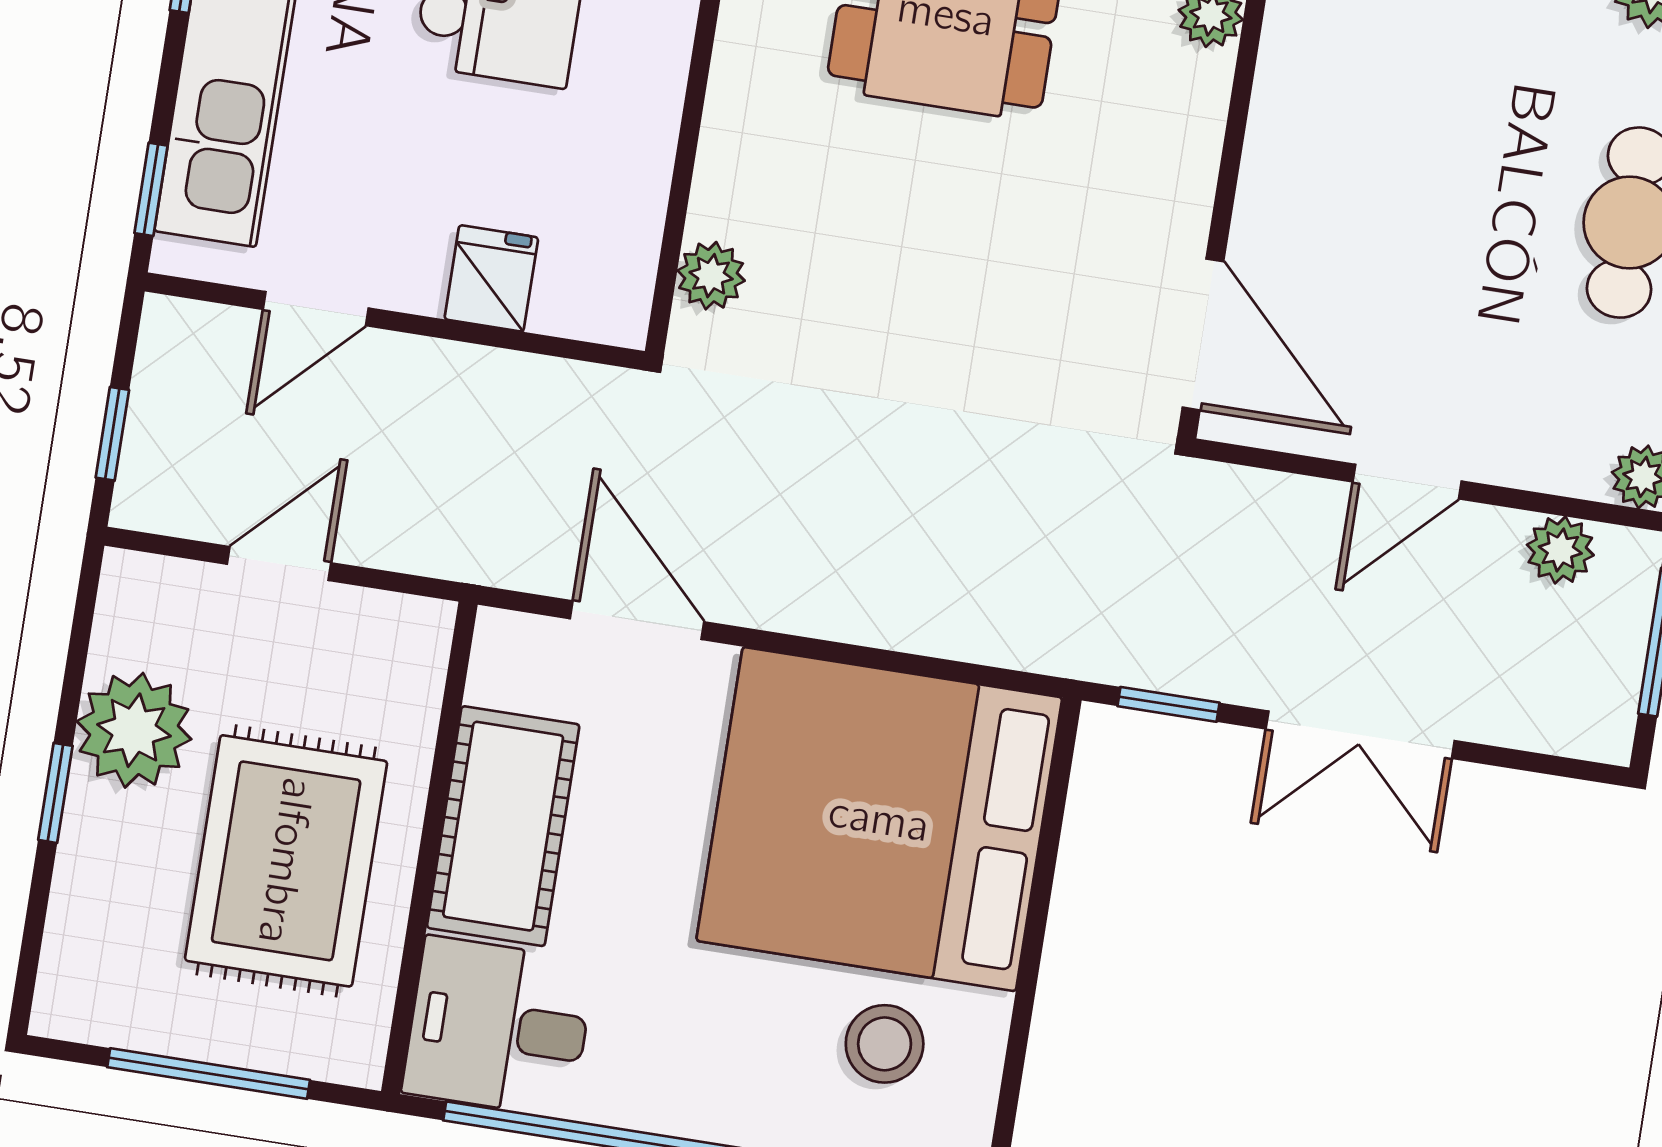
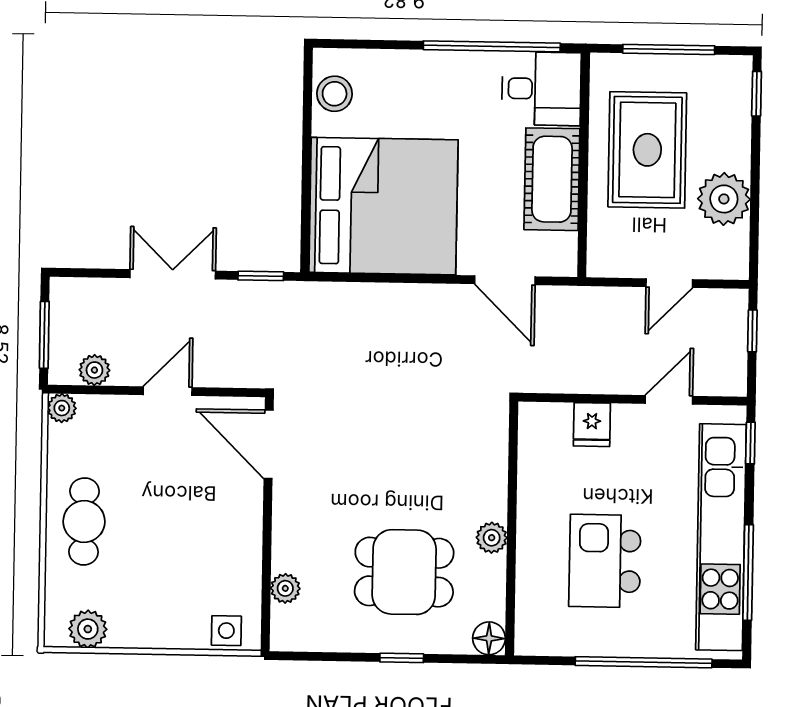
plant: (711, 276) -> (492, 538), moved
window: (55, 793) -> (757, 94), moved
stool: (885, 1044) -> (335, 94), moved

